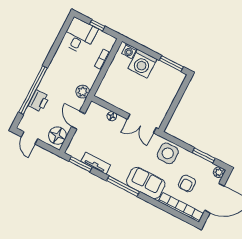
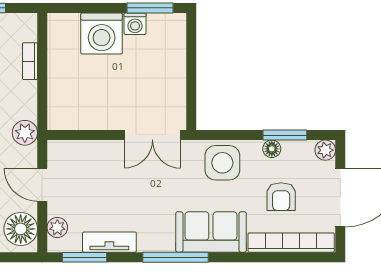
washing machine: (129, 51) -> (135, 24), moved
floor lamp: (112, 116) -> (272, 149), moved
plant: (75, 144) -> (57, 227), added

